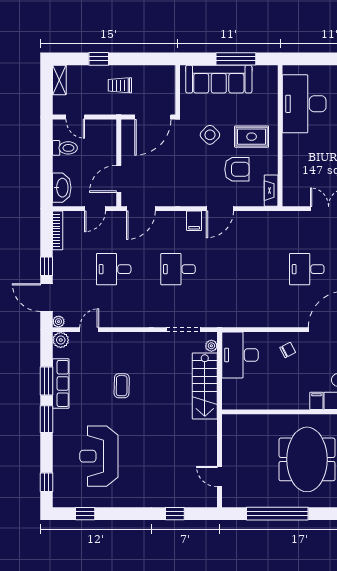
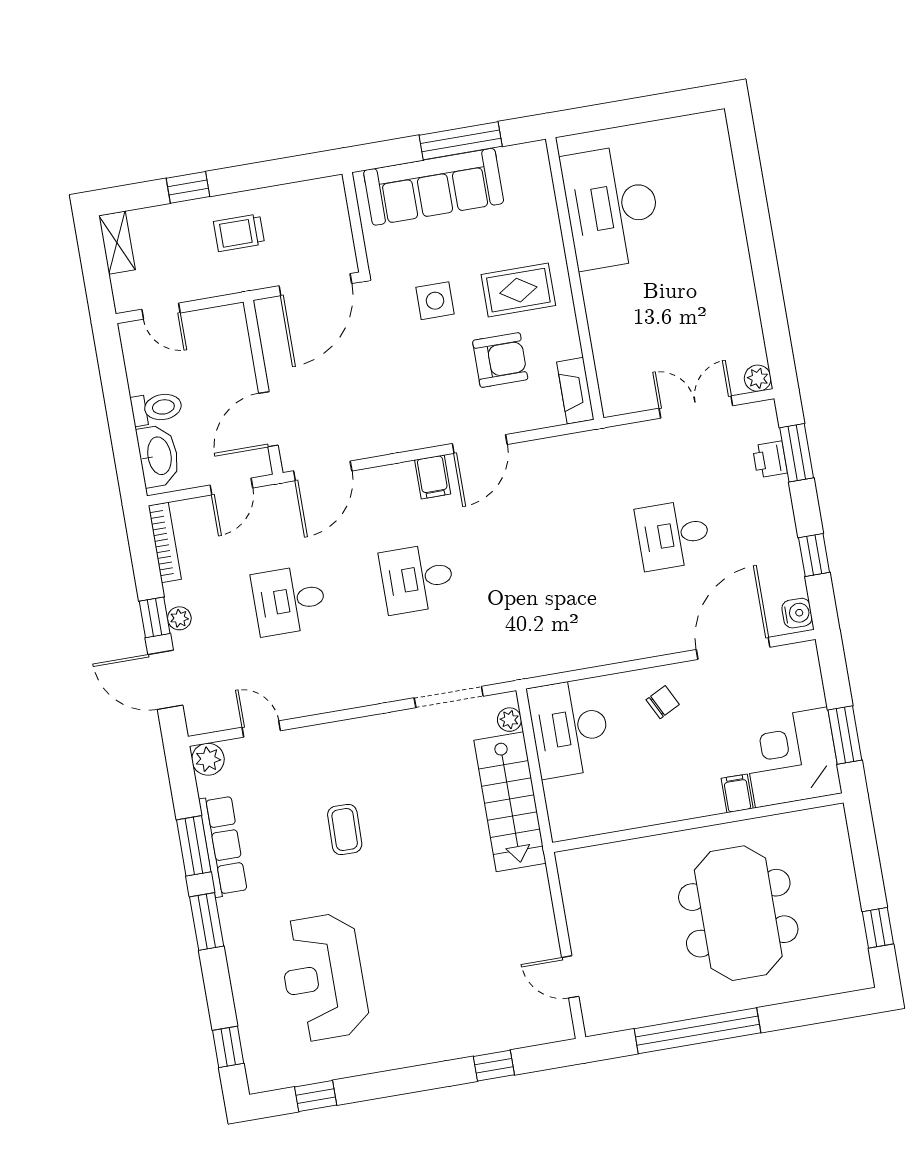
side table: (210, 135) -> (435, 301), turned 45
toilet: (65, 148) -> (157, 408), moved
plant: (59, 322) -> (179, 618), moved
door: (89, 330) -> (261, 729), hinge flipped

